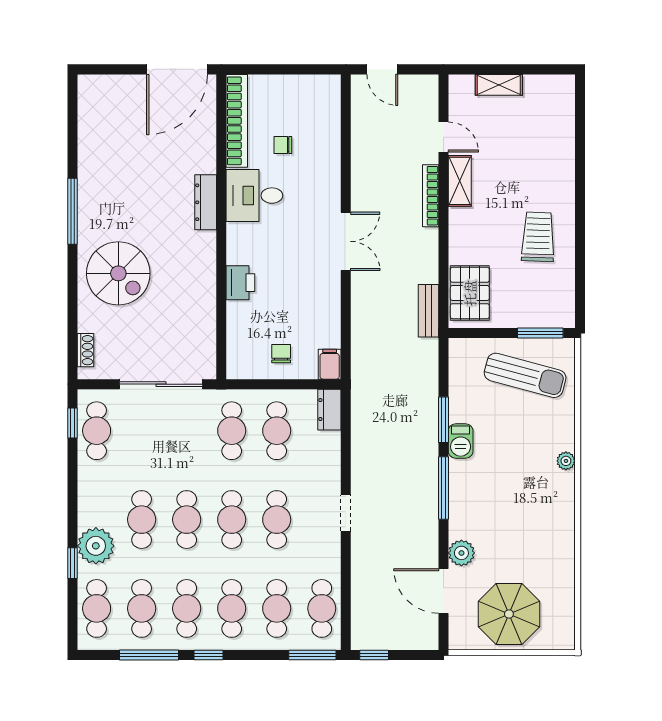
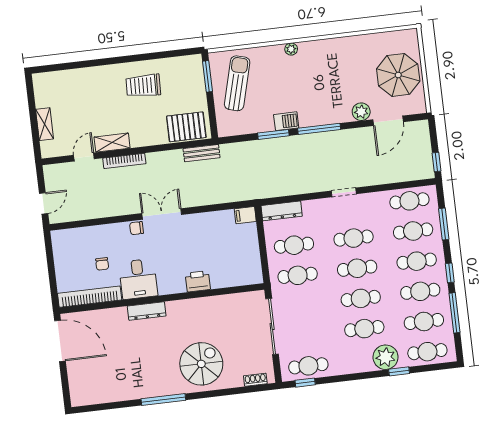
chair: (281, 354) -> (137, 228), moved
dresser: (329, 410) -> (282, 211), width x1.44
window: (312, 655) -> (444, 224), moved

